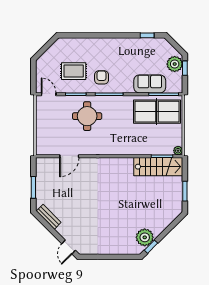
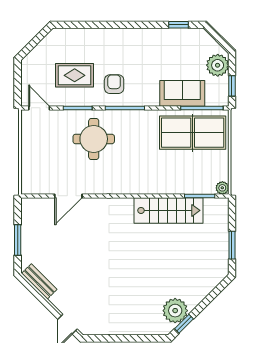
window: (185, 68) -> (232, 86), moved
stairs: (158, 167) -> (169, 210), moved

